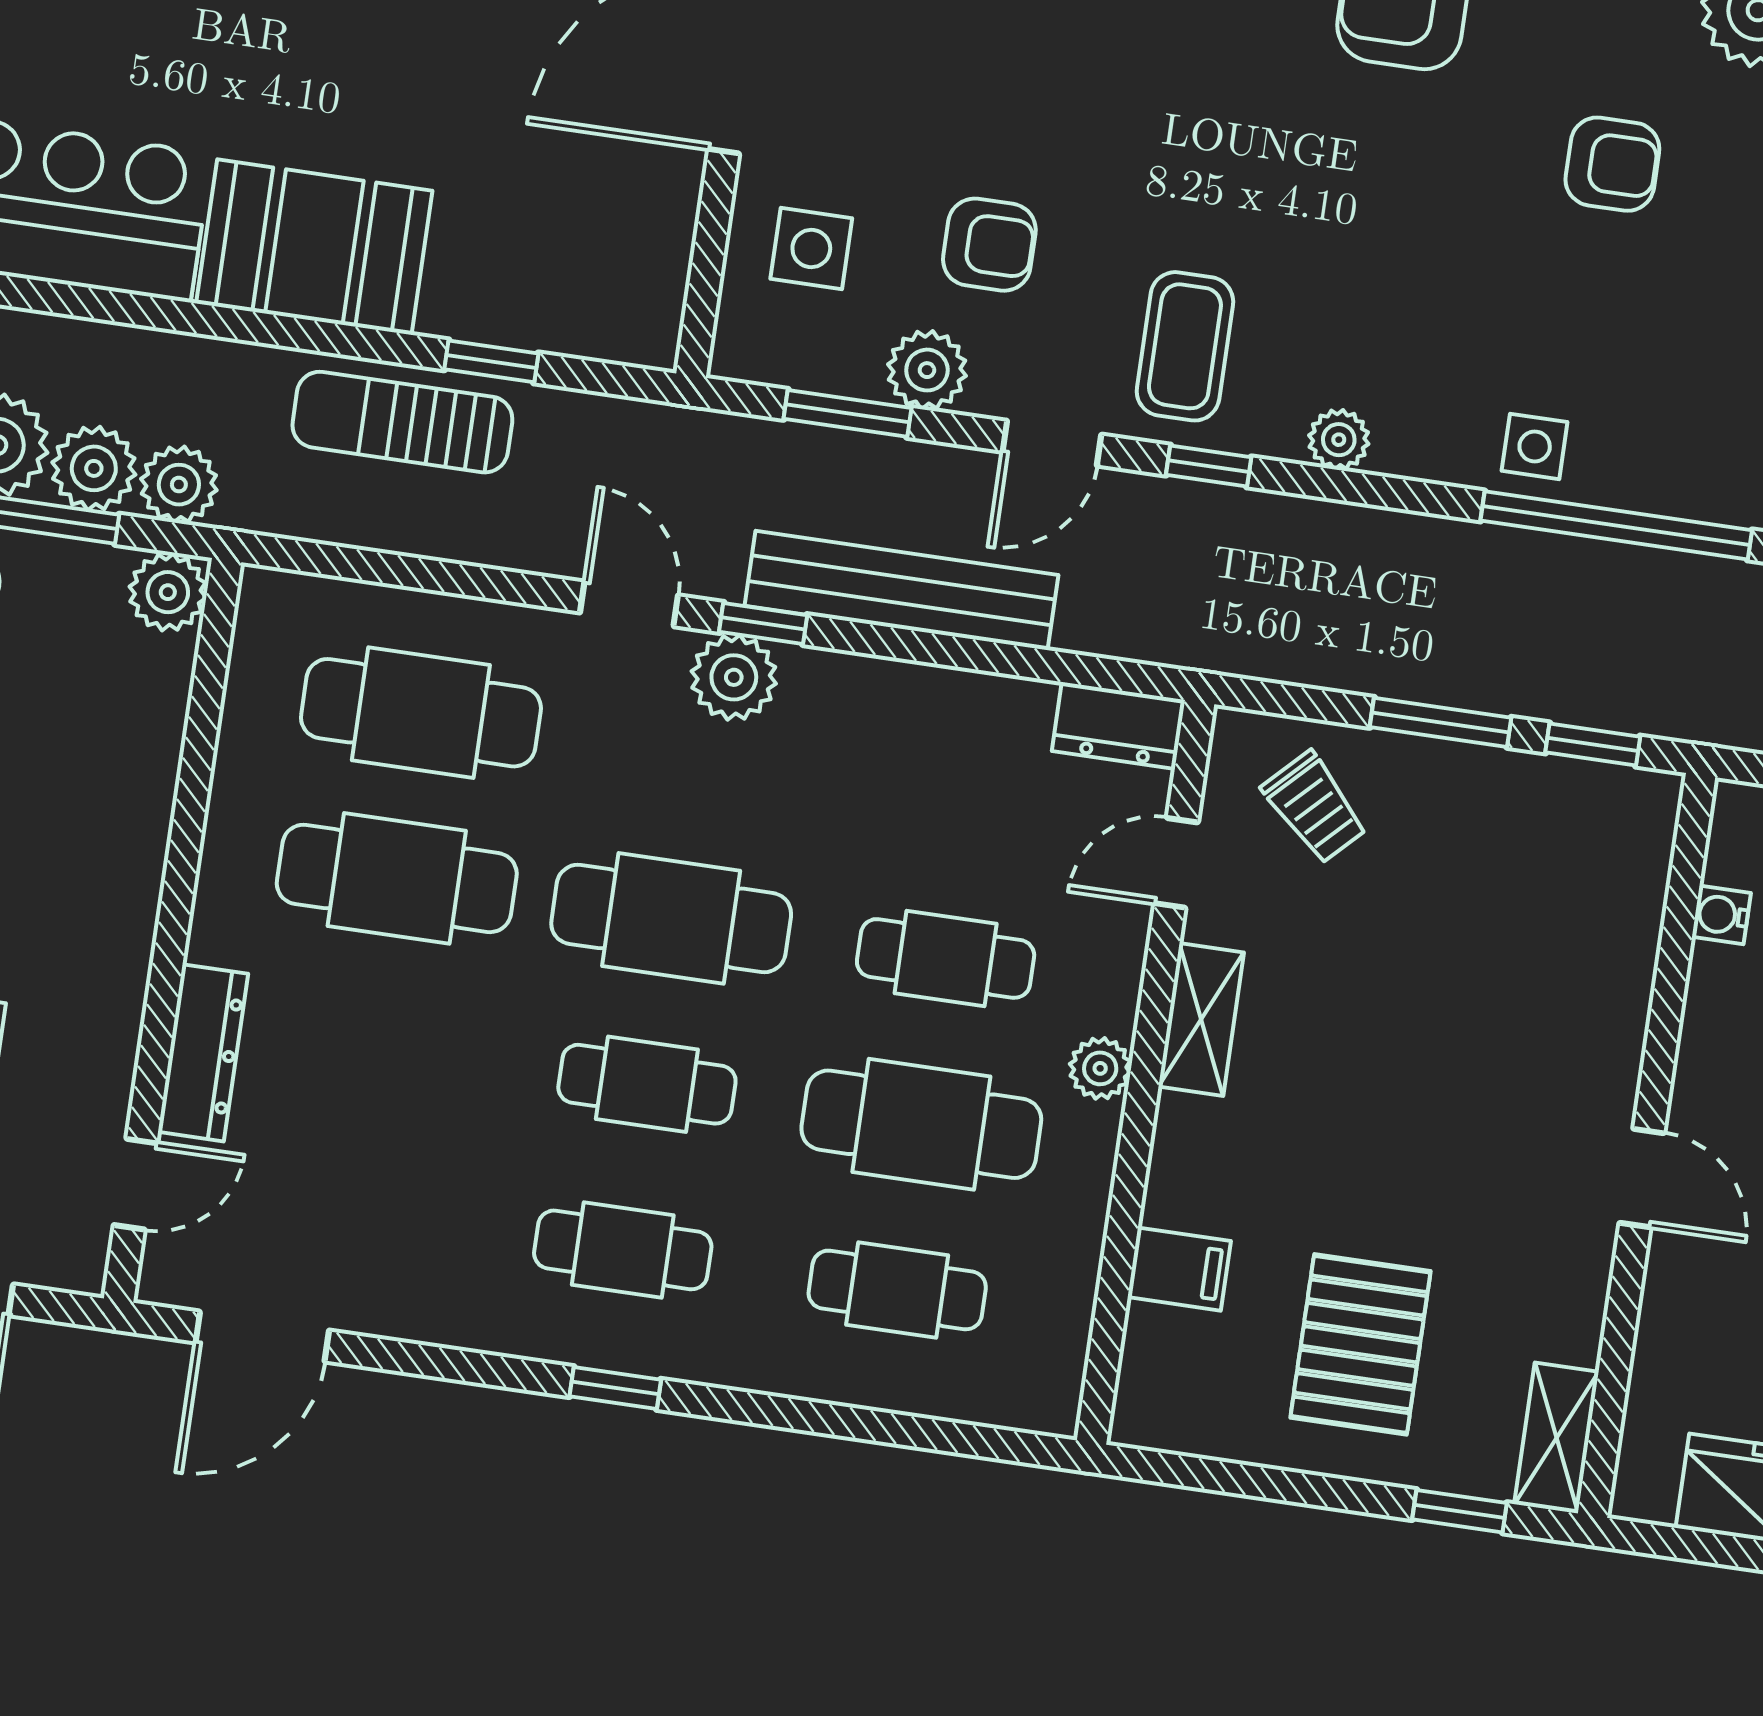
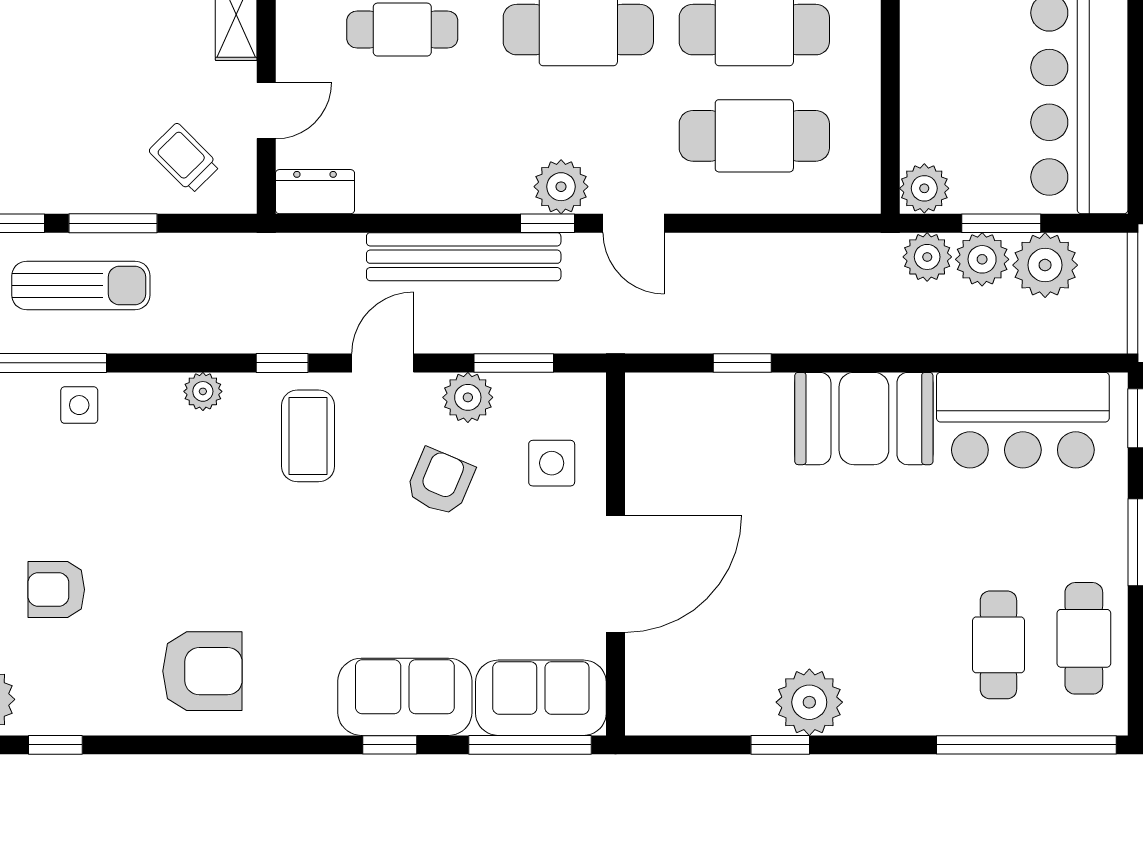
armchair: (989, 245) -> (440, 482), turned 113
sun lounger: (402, 422) -> (81, 285), moved

